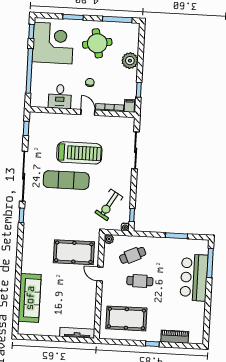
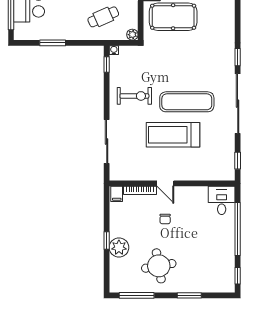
corner desk: (53, 43) -> (211, 263), removed
window: (139, 90) -> (107, 240), moved
desk: (60, 96) -> (222, 200), moved
exercise bike: (109, 205) -> (134, 96), moved, turned 59

